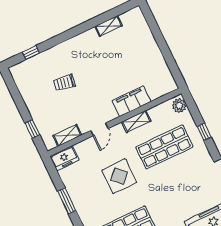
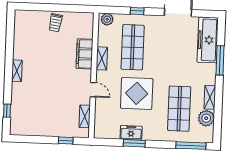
shelving: (109, 26) -> (17, 71), moved
trolley: (64, 83) -> (56, 23), moved
freezer: (64, 158) -> (131, 133), moved, turned -90
display table: (119, 176) -> (137, 93), width x1.36, depth x1.36

